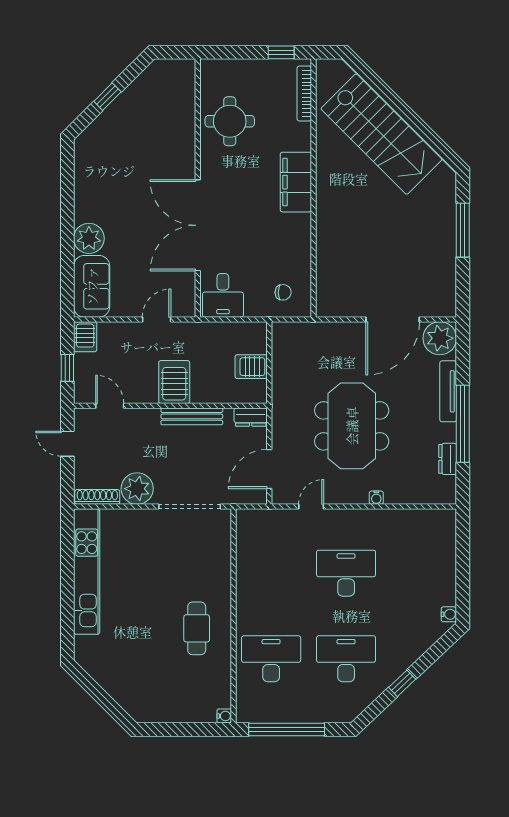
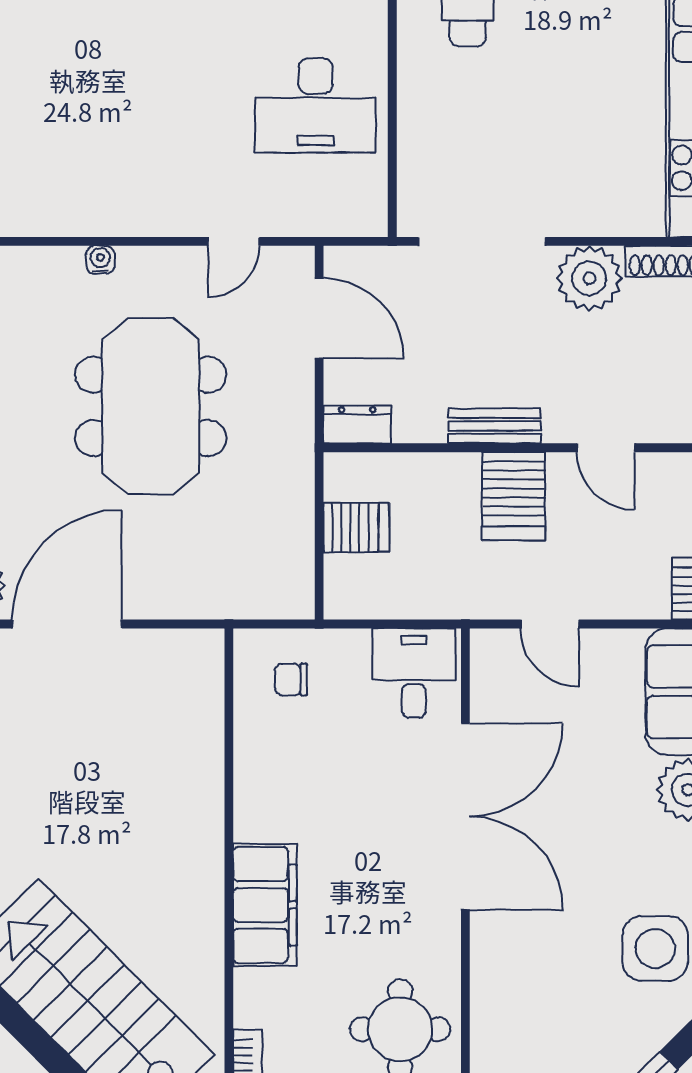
side table: (105, 161) -> (655, 948), added
door: (157, 319) -> (550, 624), hinge flipped
door: (110, 406) -> (606, 448), moved
bench: (192, 416) -> (494, 426), width x0.73
door: (269, 469) -> (319, 318), hinge flipped
desk: (346, 573) -> (315, 105), moved

